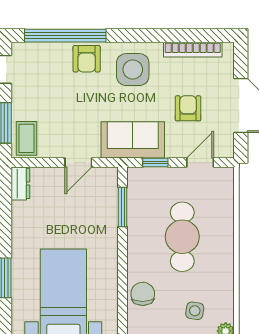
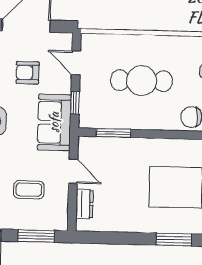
coffee table: (26, 138) -> (29, 190), moved
dresser: (20, 183) -> (84, 204), moved, turned 90

